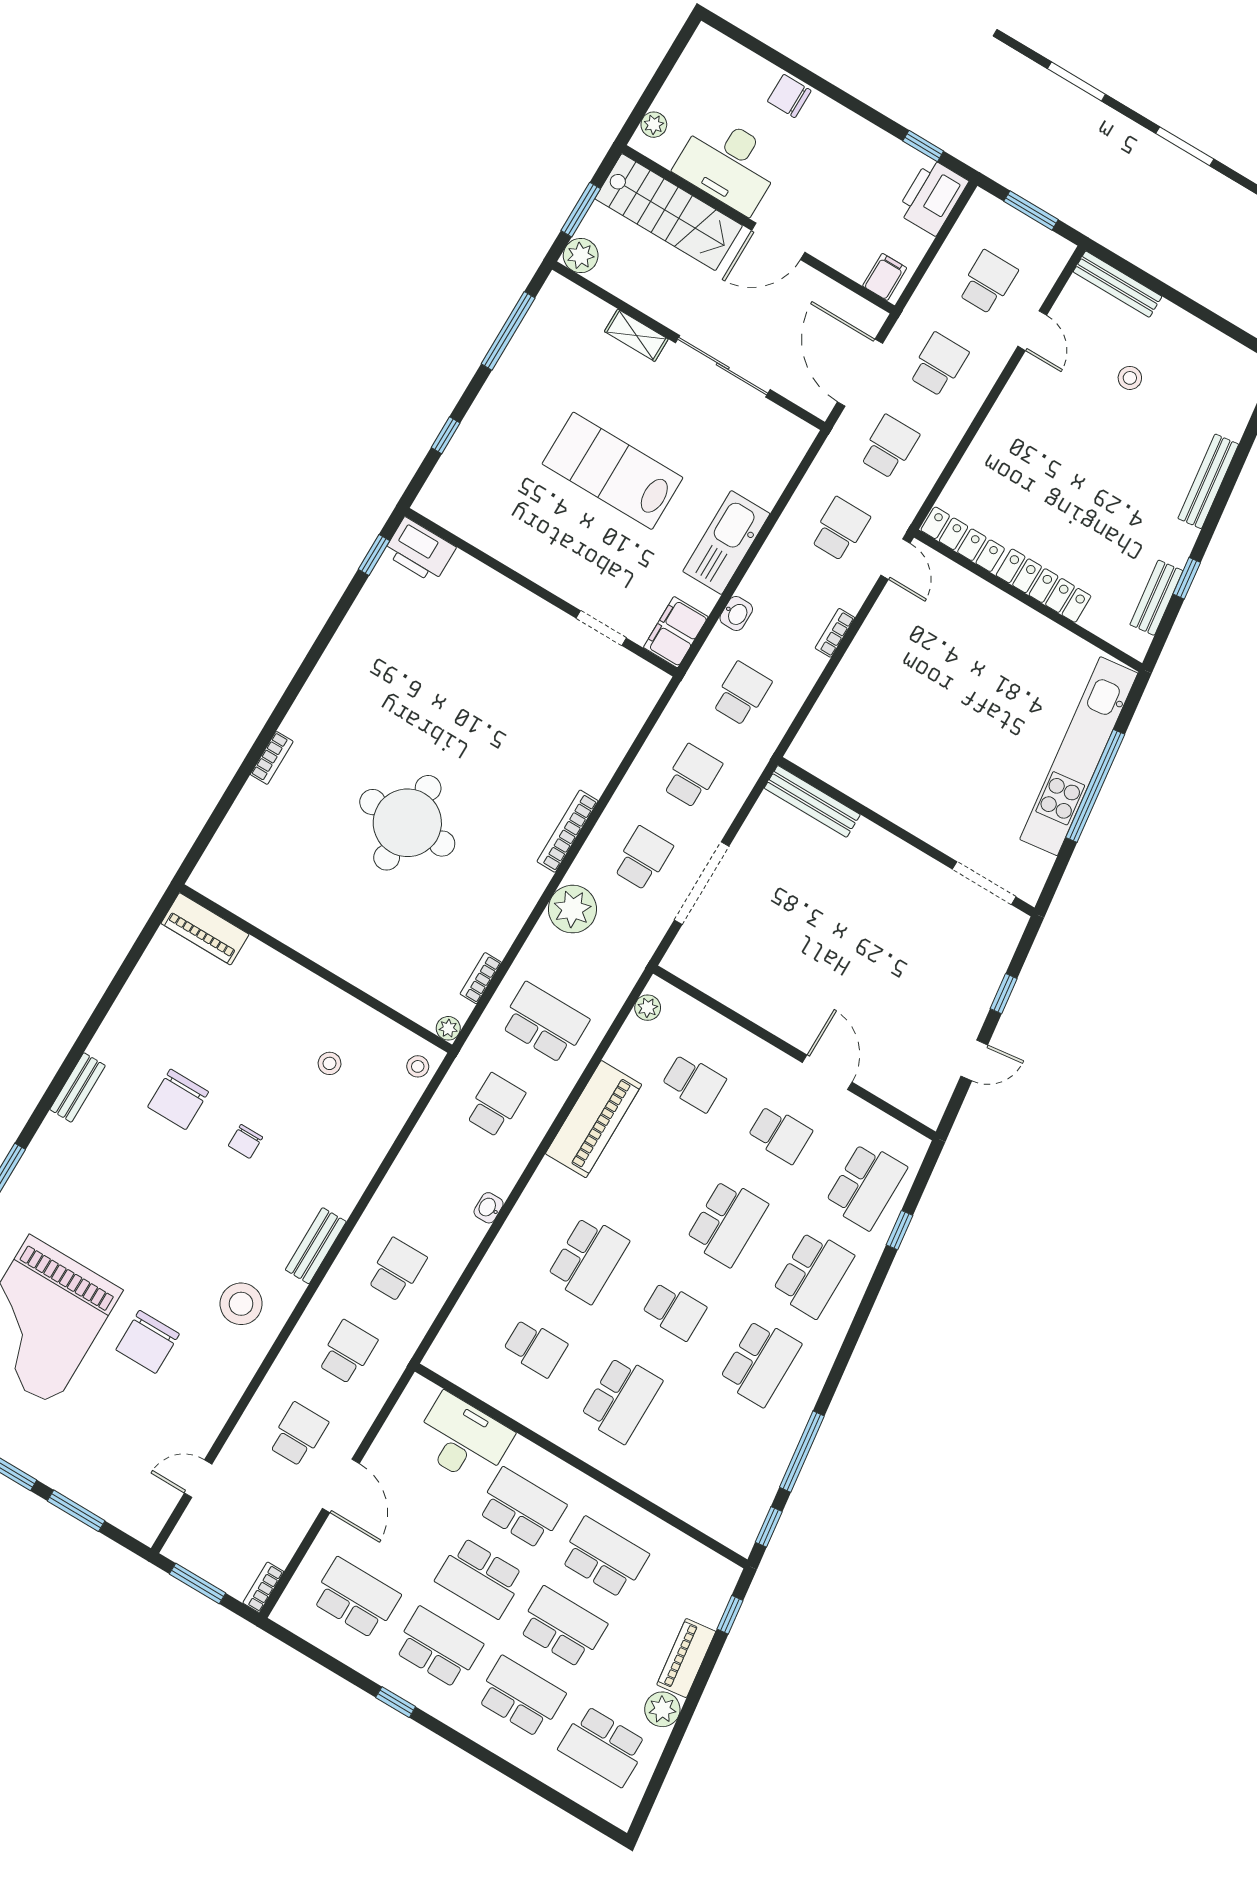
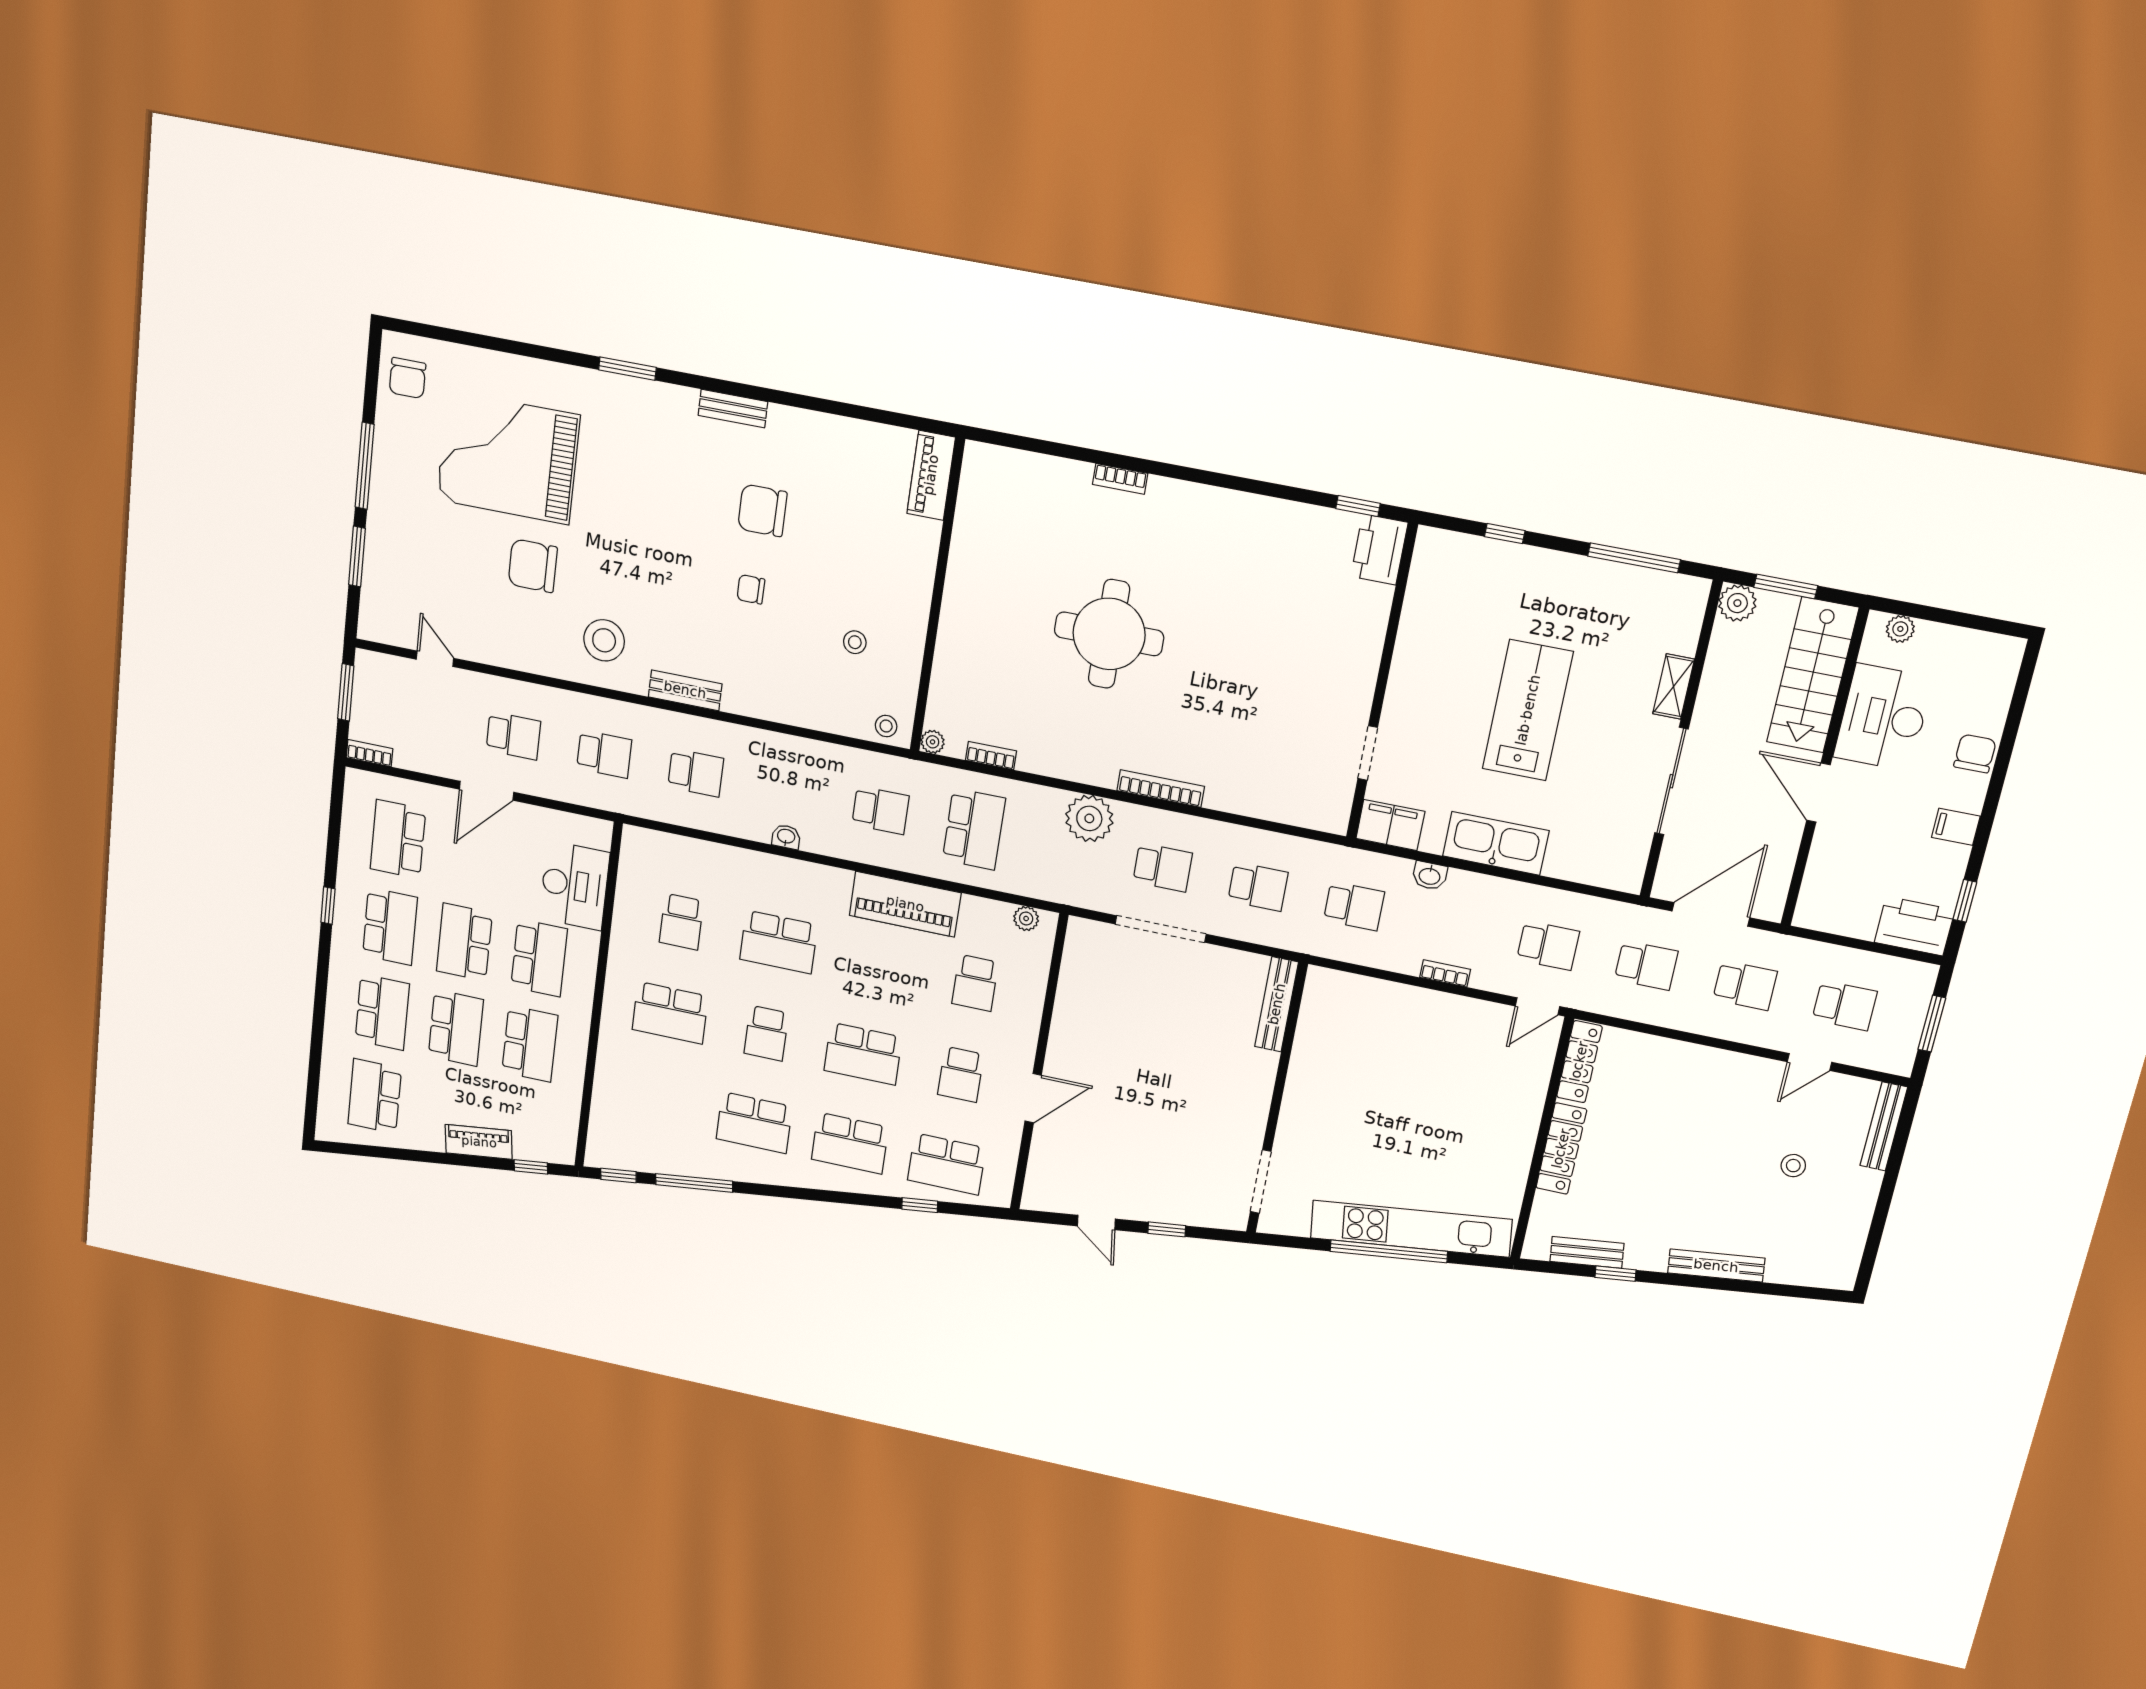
filing cabinet: (885, 277) -> (1956, 827), moved, turned 180
school desk: (356, 1598) -> (398, 839), turned 180
plant: (662, 1709) -> (428, 1136), removed

